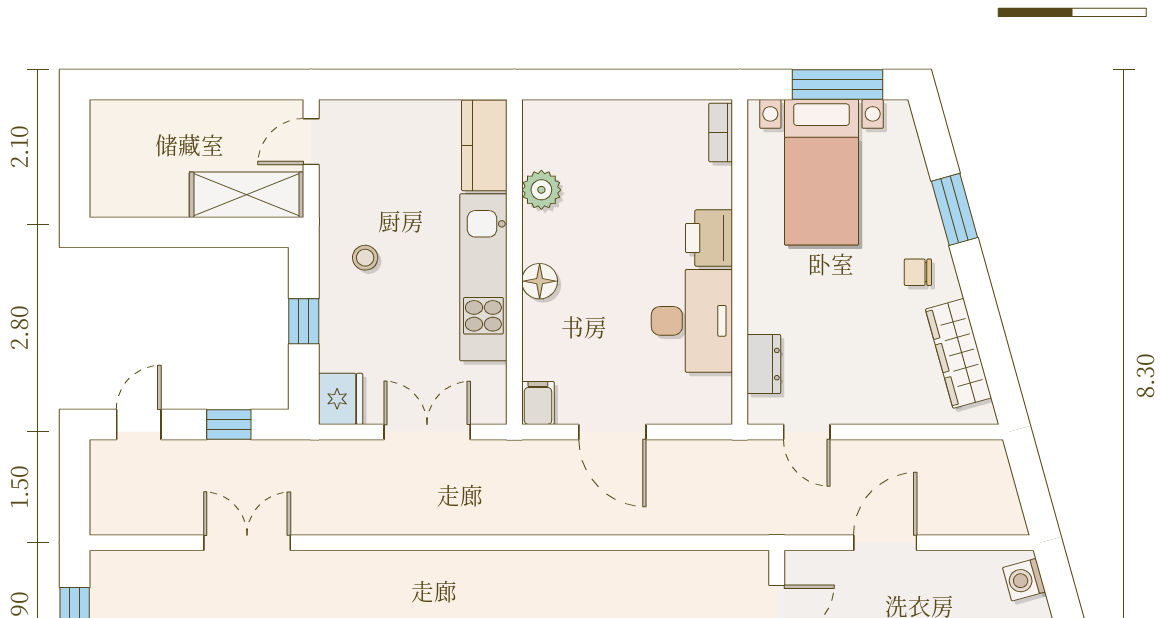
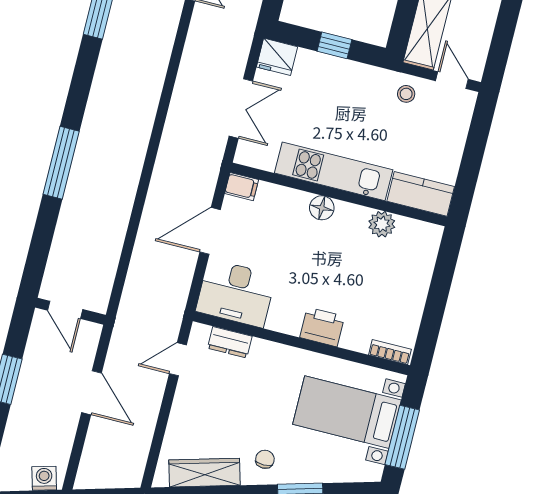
stool: (365, 258) -> (406, 94), moved
desk: (692, 321) -> (236, 293), moved

